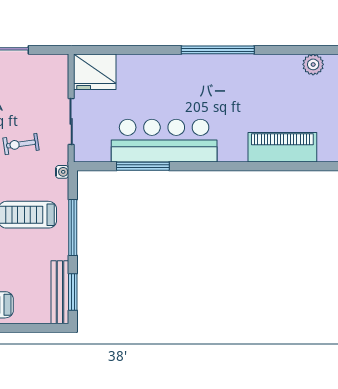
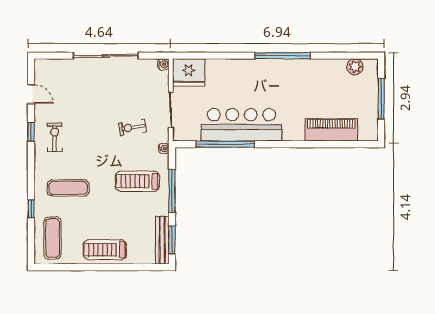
water cooler: (62, 61) -> (163, 64), added
window: (143, 166) -> (225, 144), width x1.46

